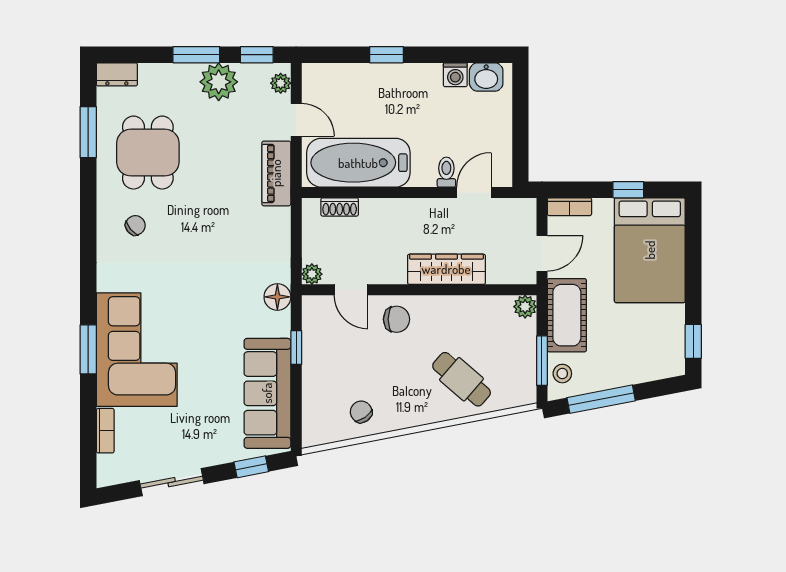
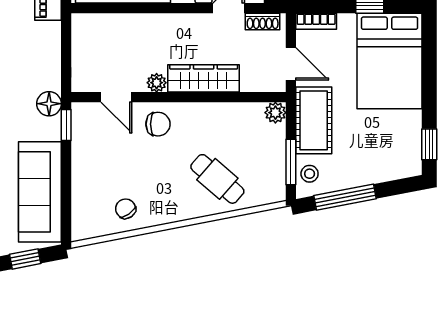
shoe rack: (340, 207) -> (263, 21), moved
door: (542, 253) -> (291, 64), hinge flipped
plant: (312, 274) -> (157, 83), moved
window: (296, 348) -> (66, 125), moved

